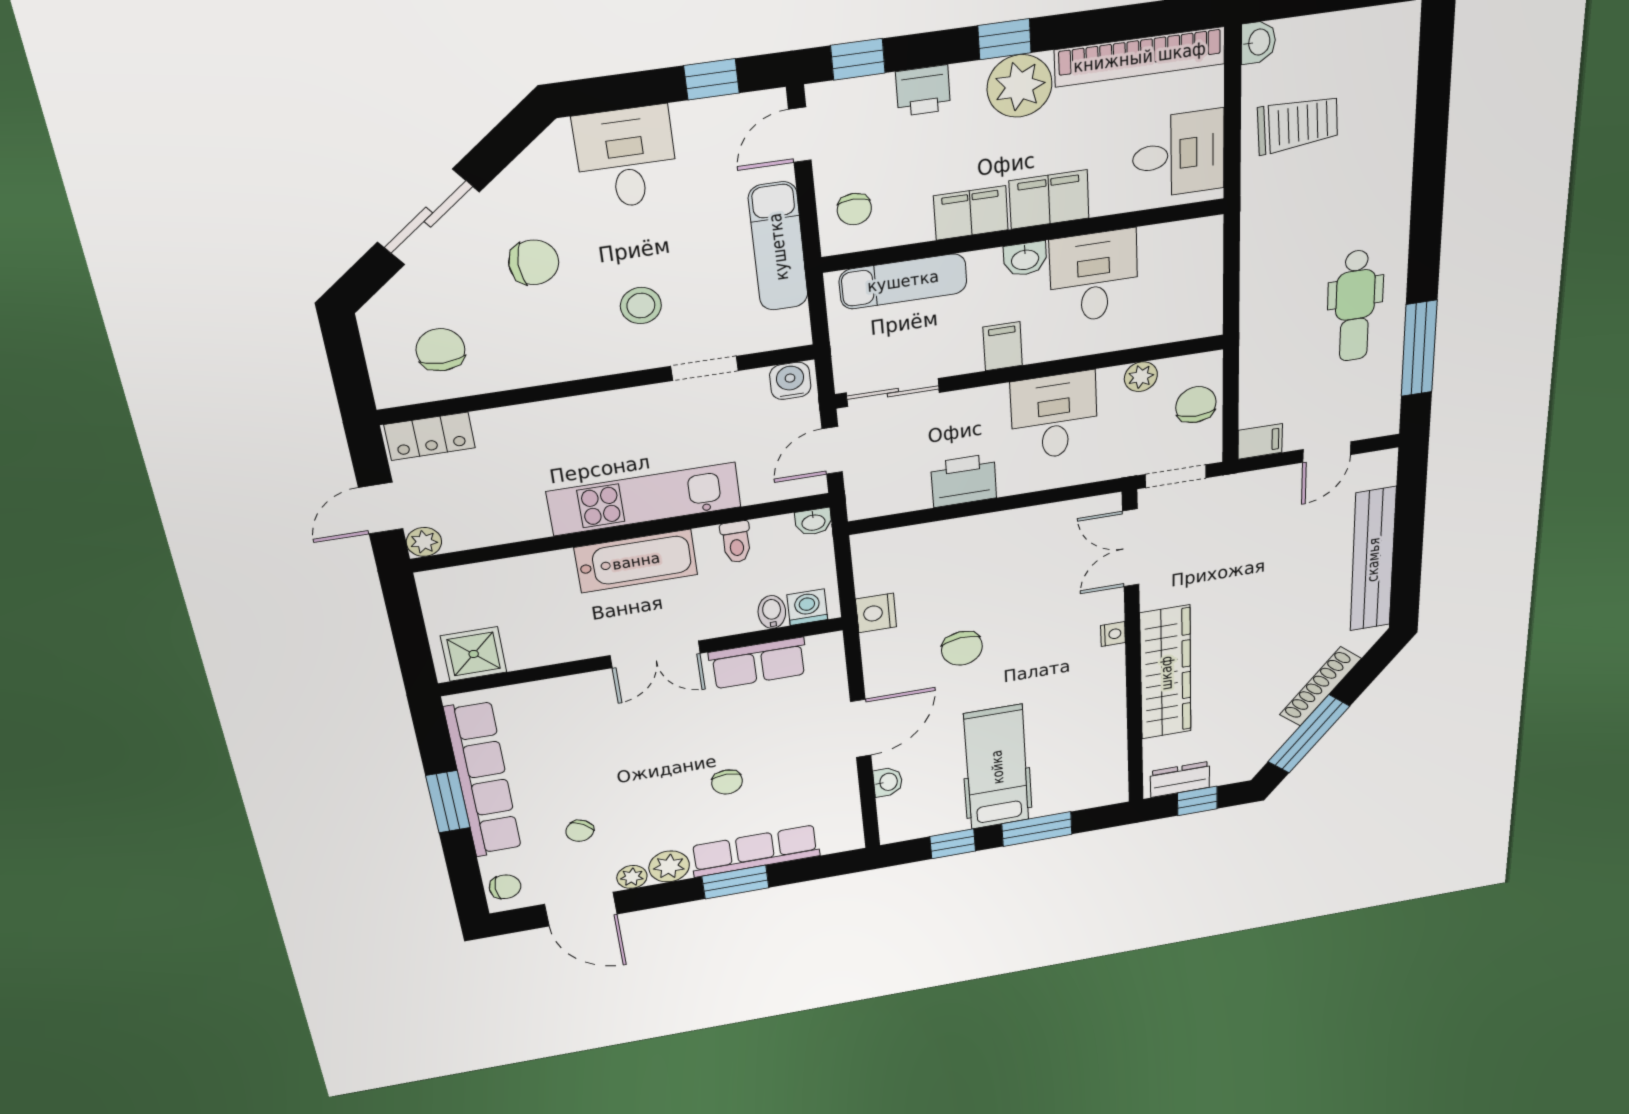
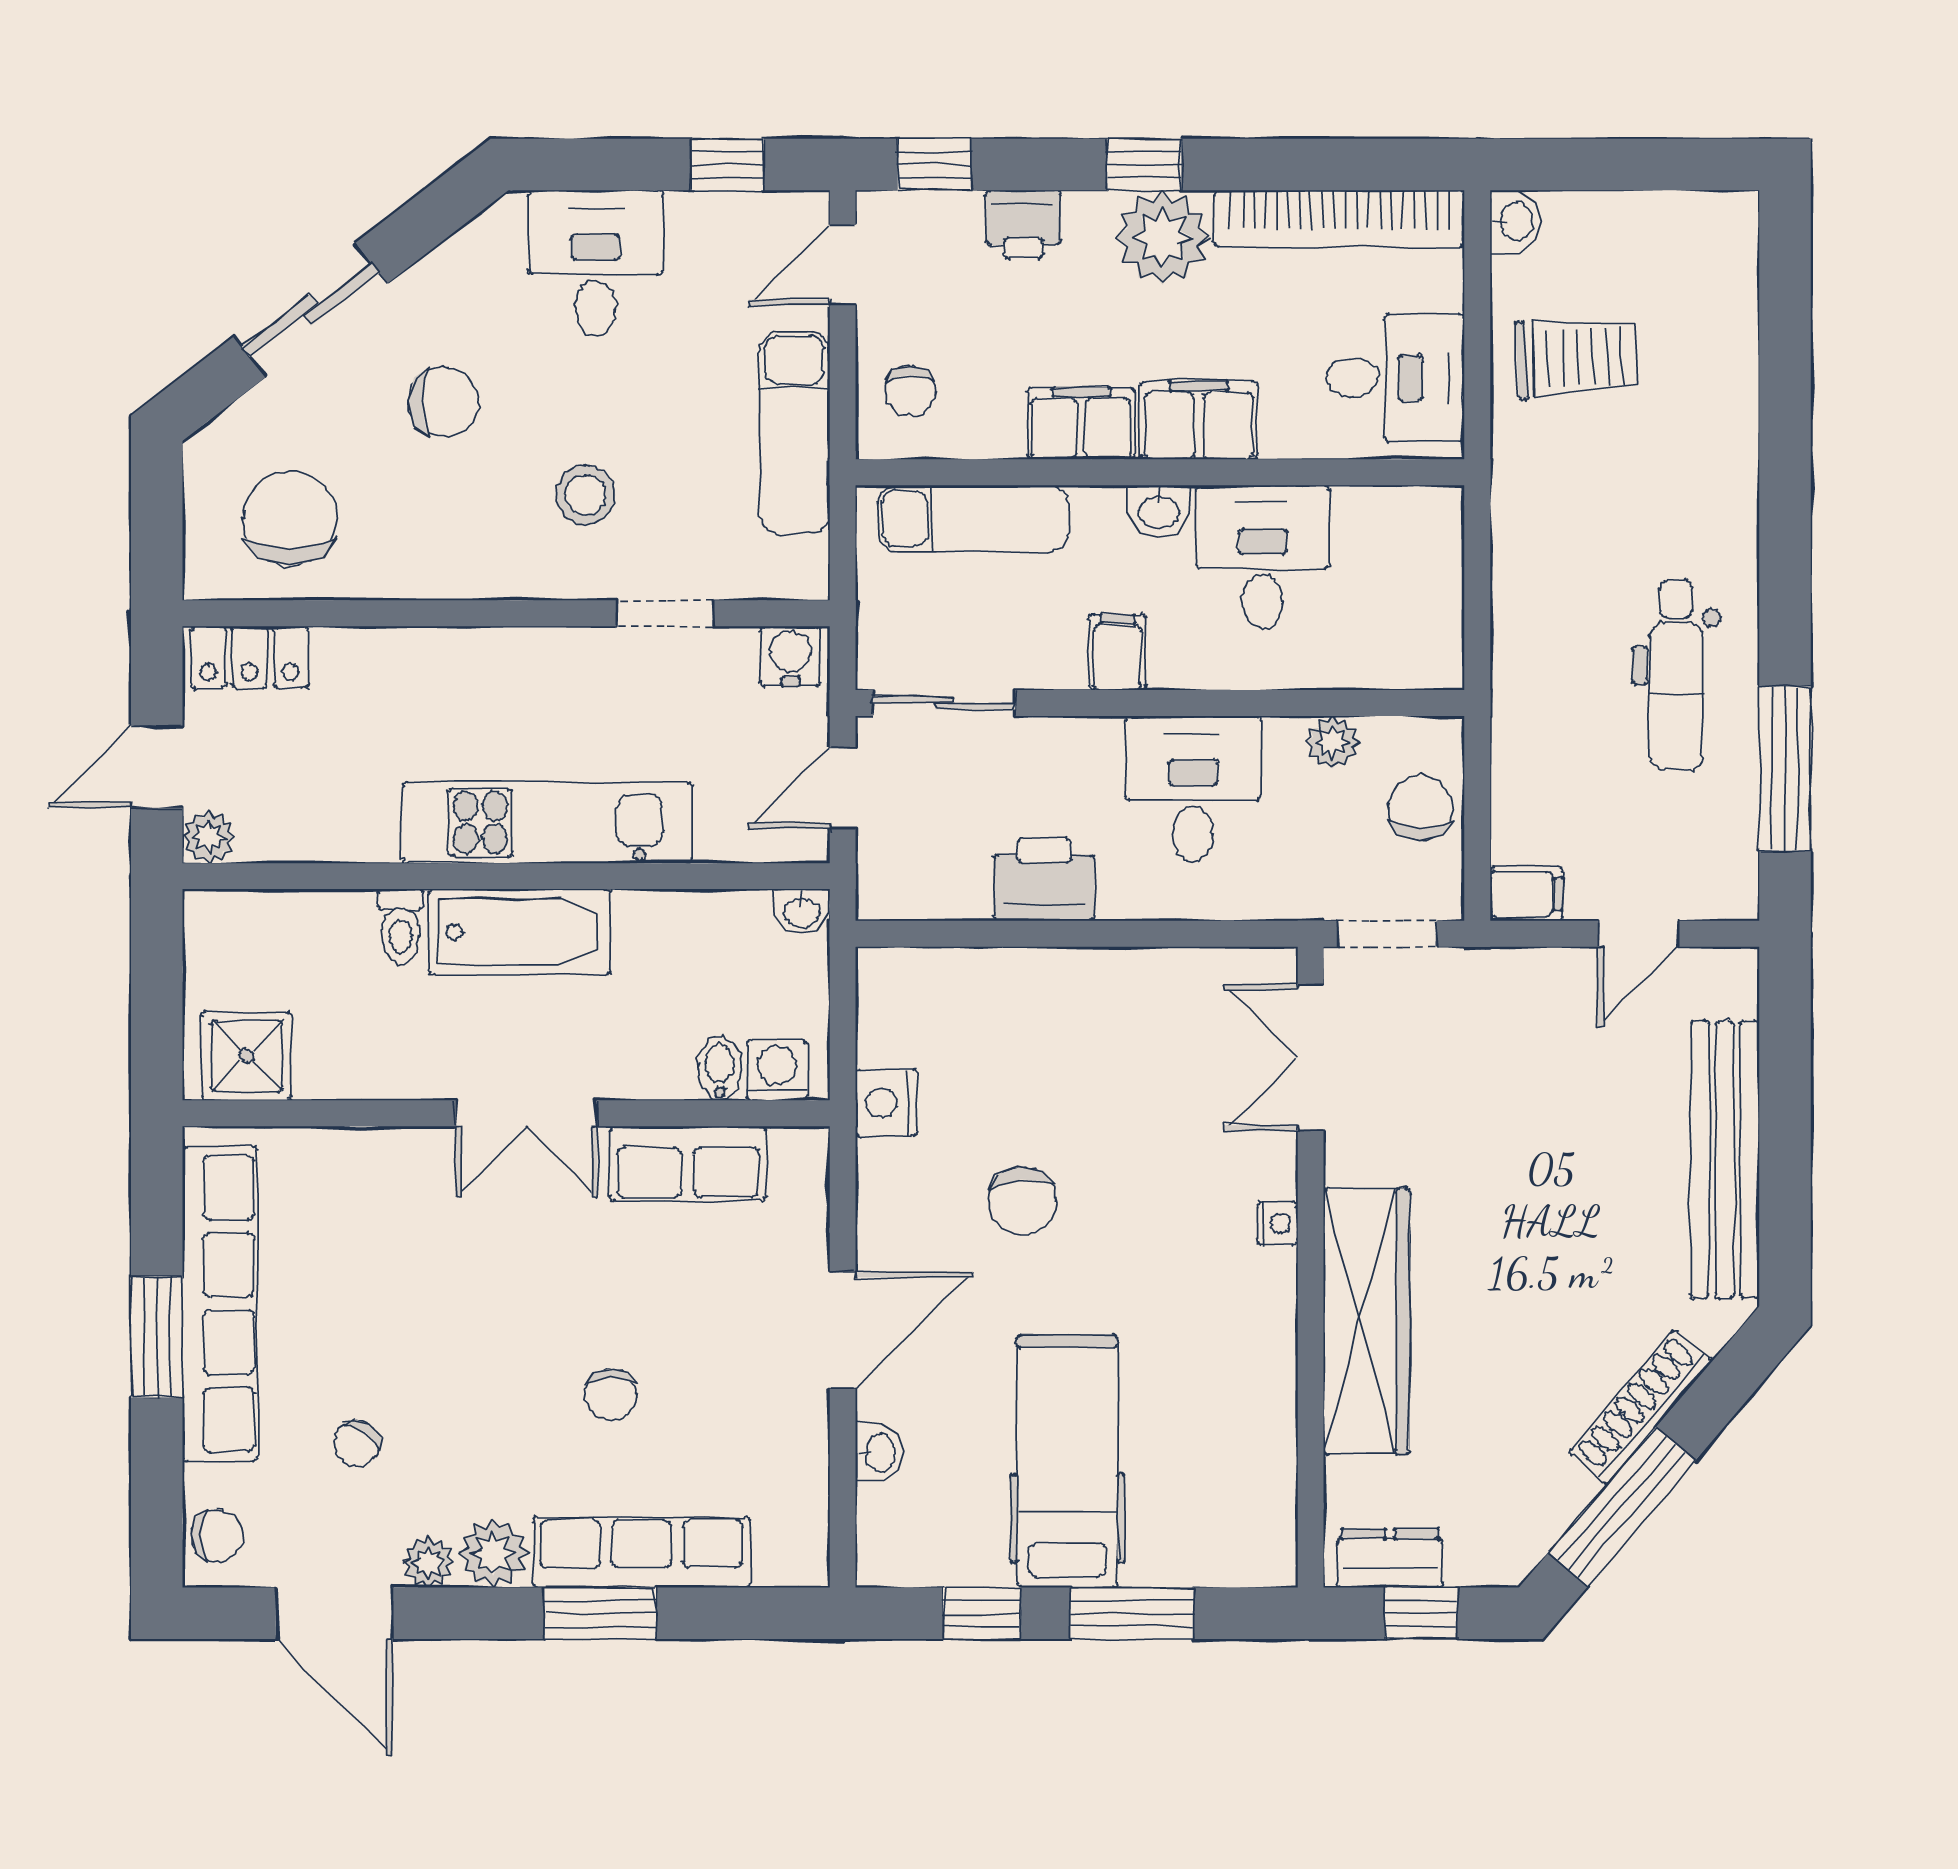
chair: (440, 350) -> (290, 518), width x1.37, depth x1.37
toilet: (736, 542) -> (401, 926), moved

